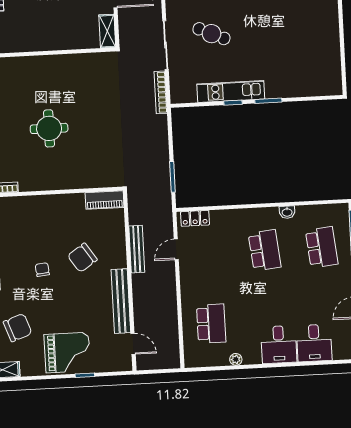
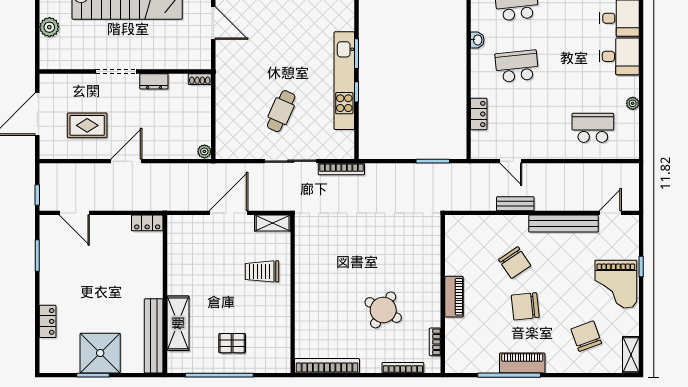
trolley: (62, 24) -> (262, 271), added
kitchen unit: (231, 91) -> (344, 81), width x1.36
round table: (49, 128) -> (383, 310), moved, turned 30
piano: (105, 200) -> (454, 297), moved
locker: (195, 218) -> (479, 114), moved
bench: (137, 249) -> (515, 204), width x0.73
chair: (42, 270) -> (525, 306), width x1.87, depth x1.87
grand piano: (67, 353) -> (616, 284), turned 180

